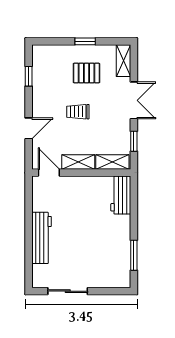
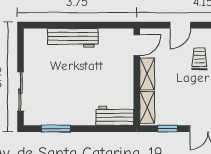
trolley: (78, 112) -> (199, 59), moved
door: (29, 128) -> (180, 25), hinge flipped
sliding door: (68, 291) -> (21, 91), moved

